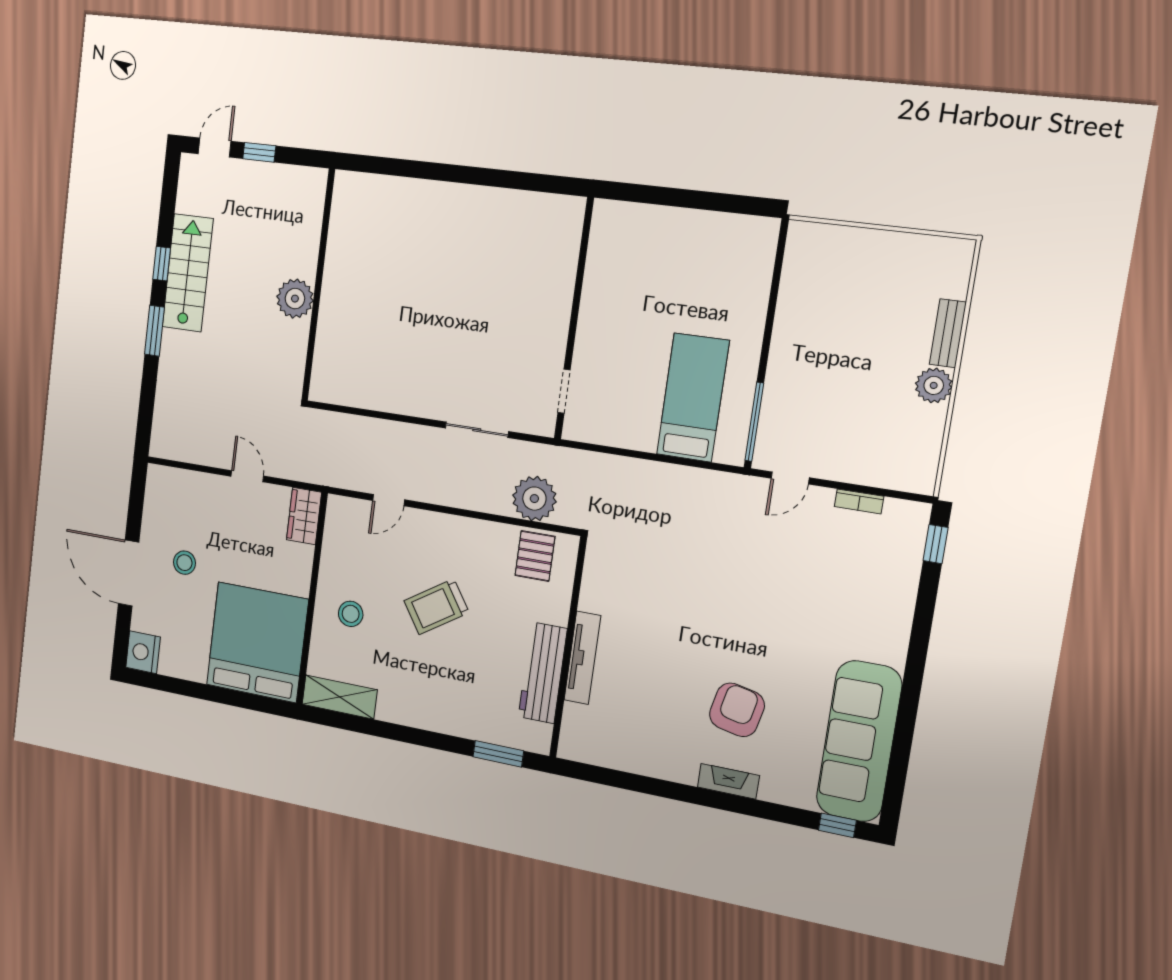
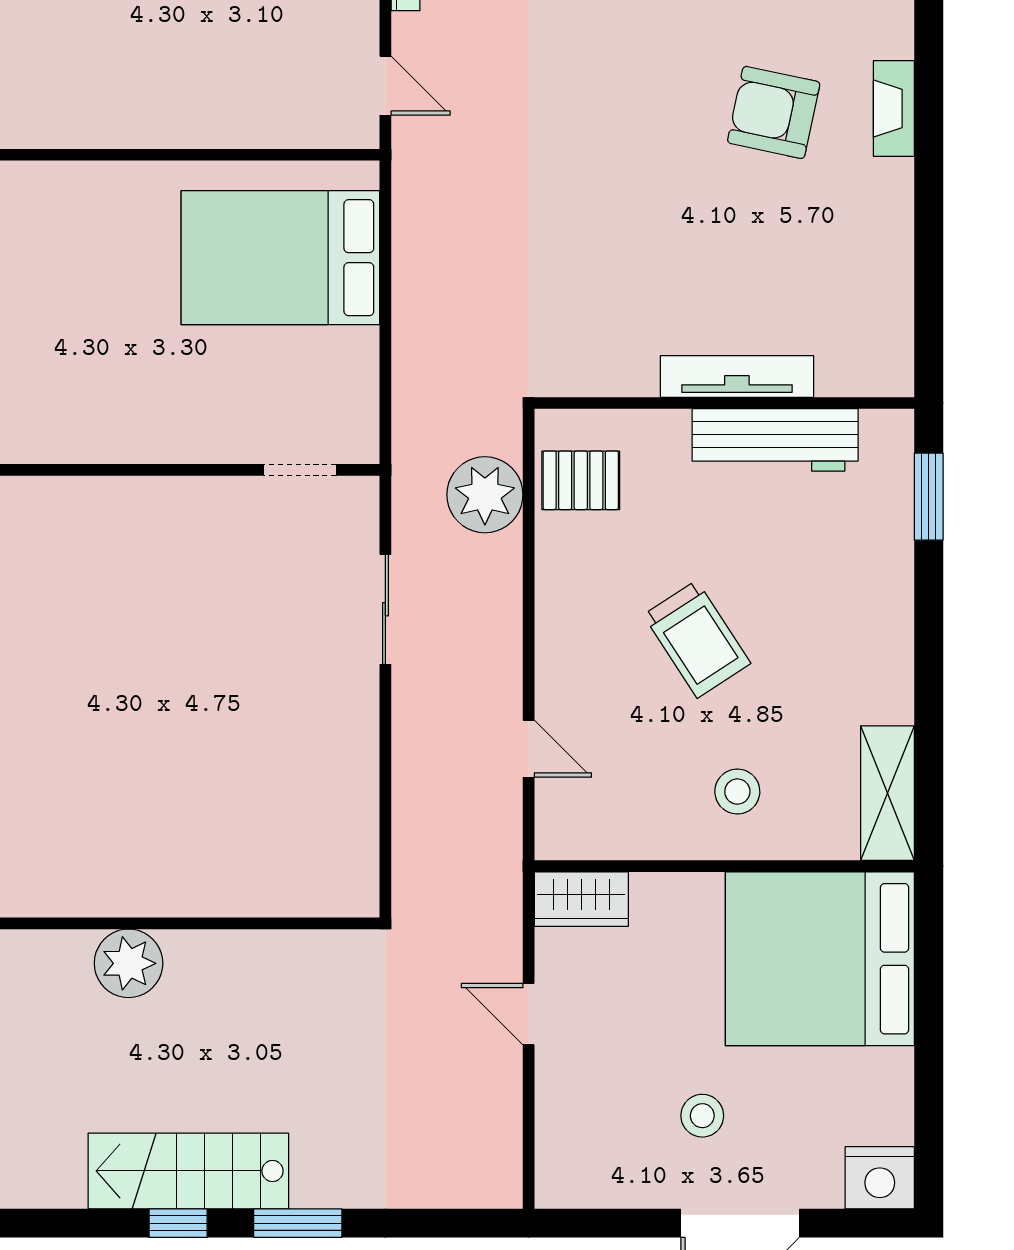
plant: (295, 299) -> (129, 963), moved
bed: (693, 398) -> (280, 258), width x1.50
window: (754, 422) -> (305, 155), removed
door: (247, 476) -> (529, 1014), hinge flipped

